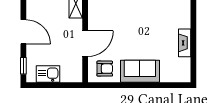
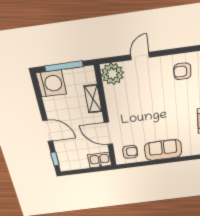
door: (85, 44) -> (108, 133), swing flipped
kitchen sink: (48, 74) -> (100, 160), moved

